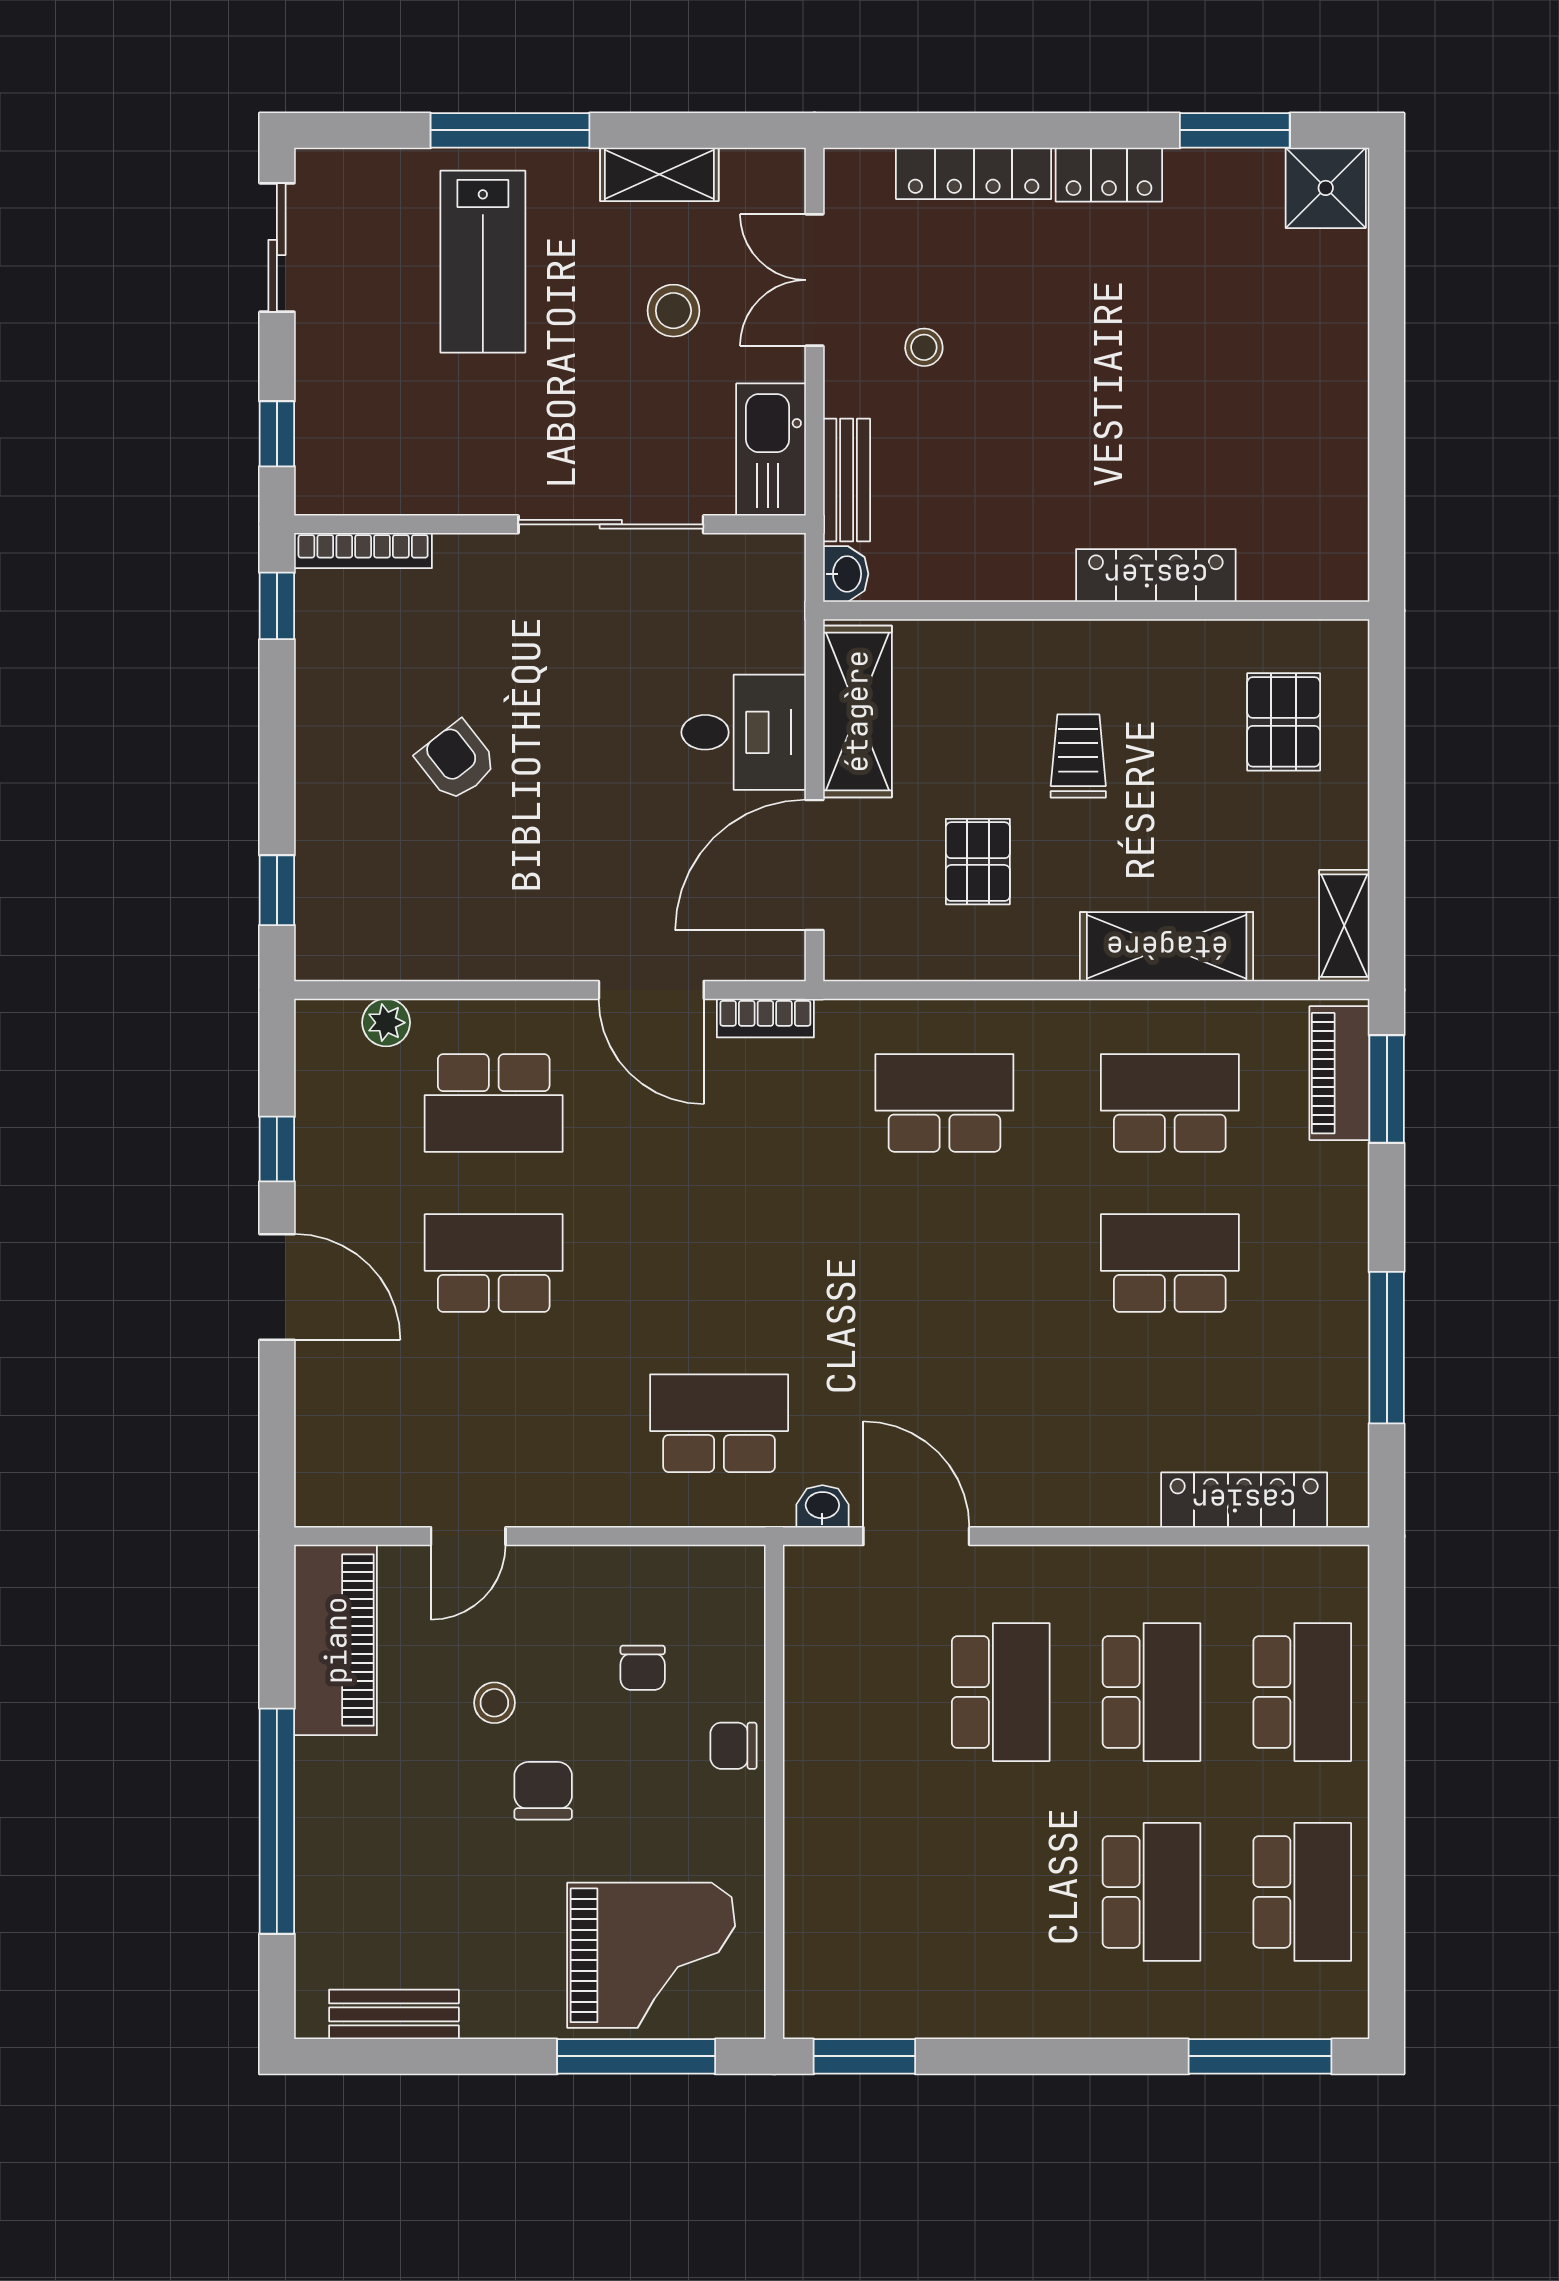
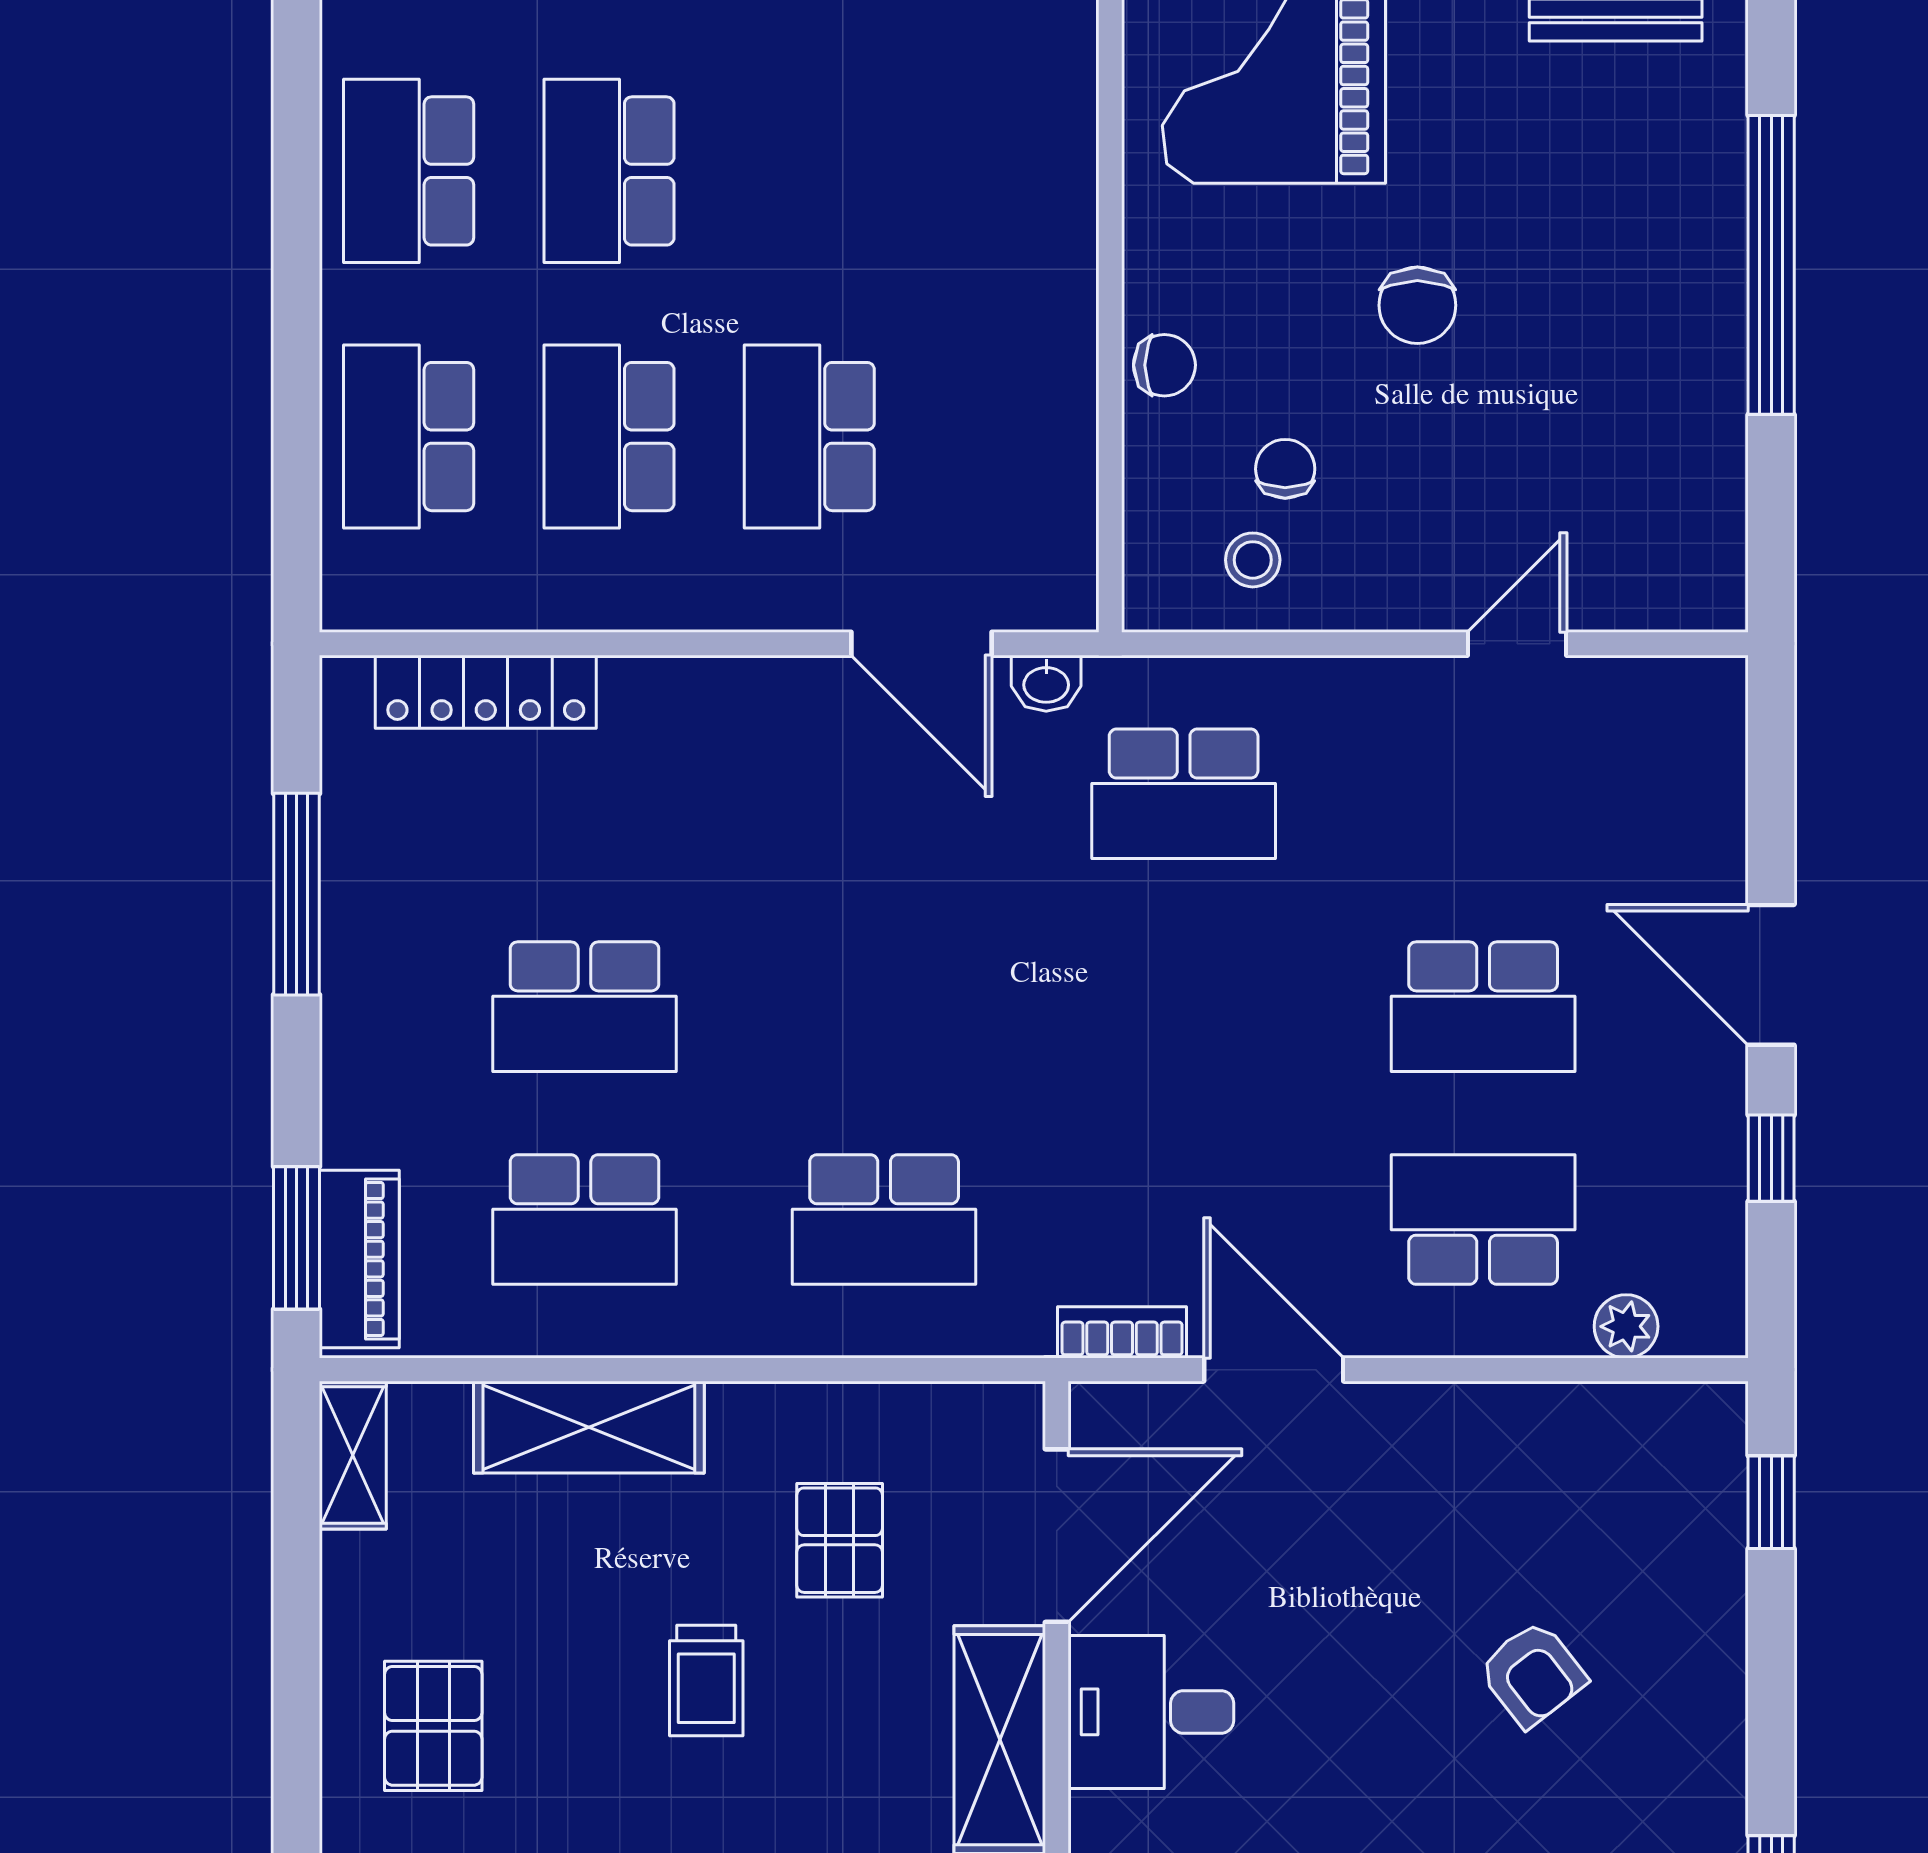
piano: (336, 1640) -> (1693, 506), removed
stool: (494, 1703) -> (1253, 560), moved

